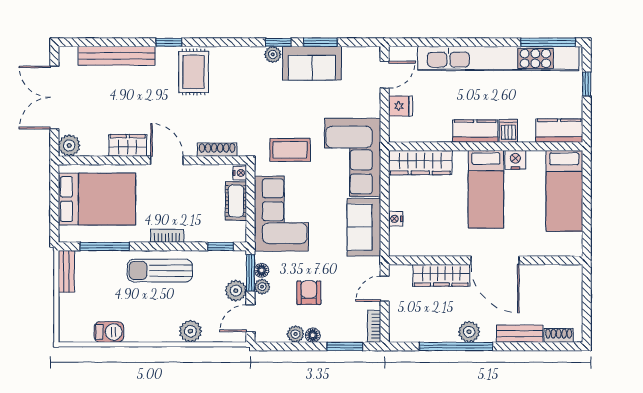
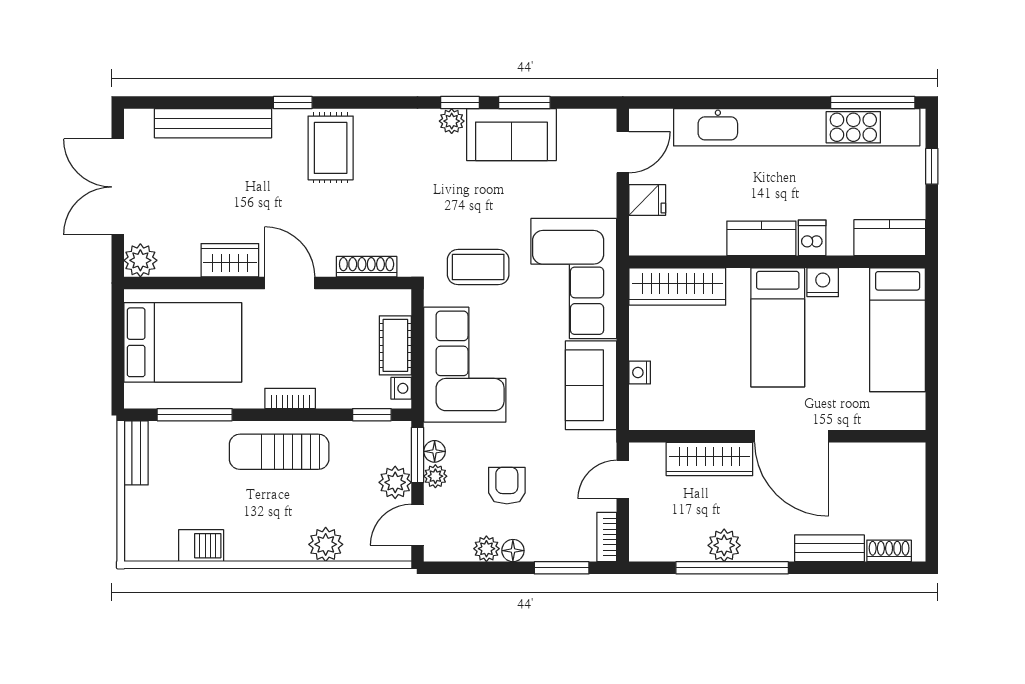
nightstand: (240, 173) -> (401, 388), moved
plant: (469, 332) -> (724, 545), moved

